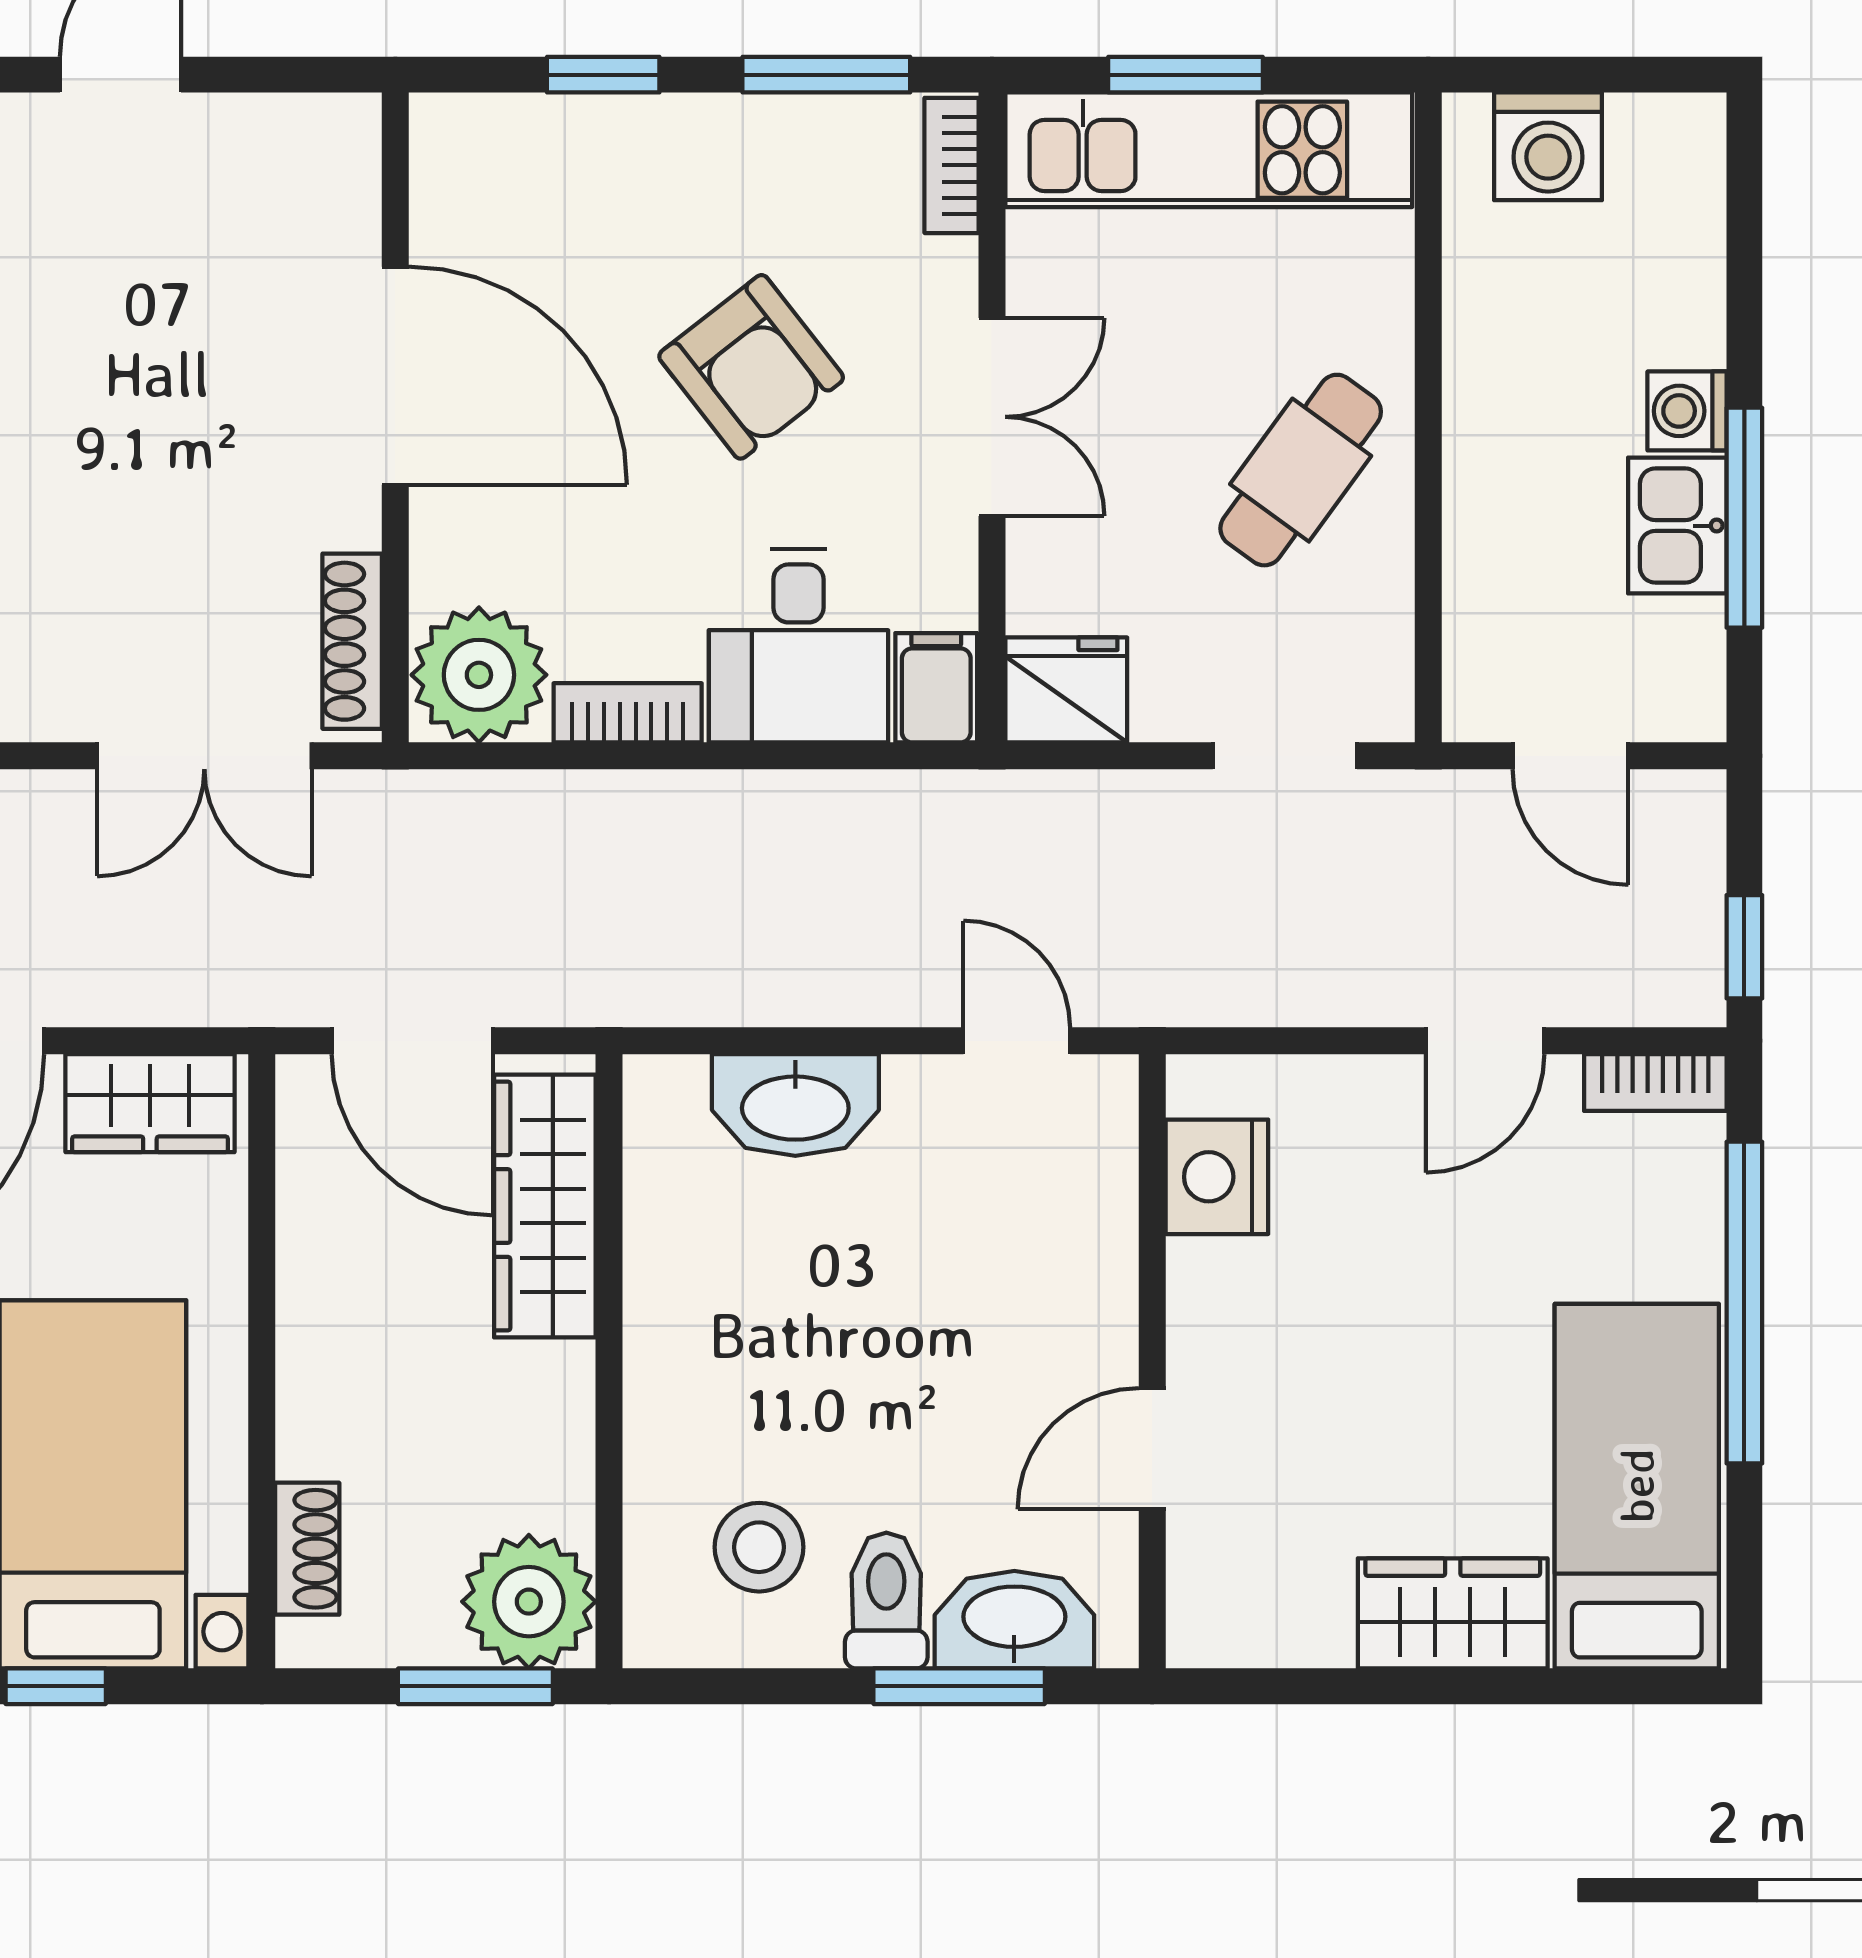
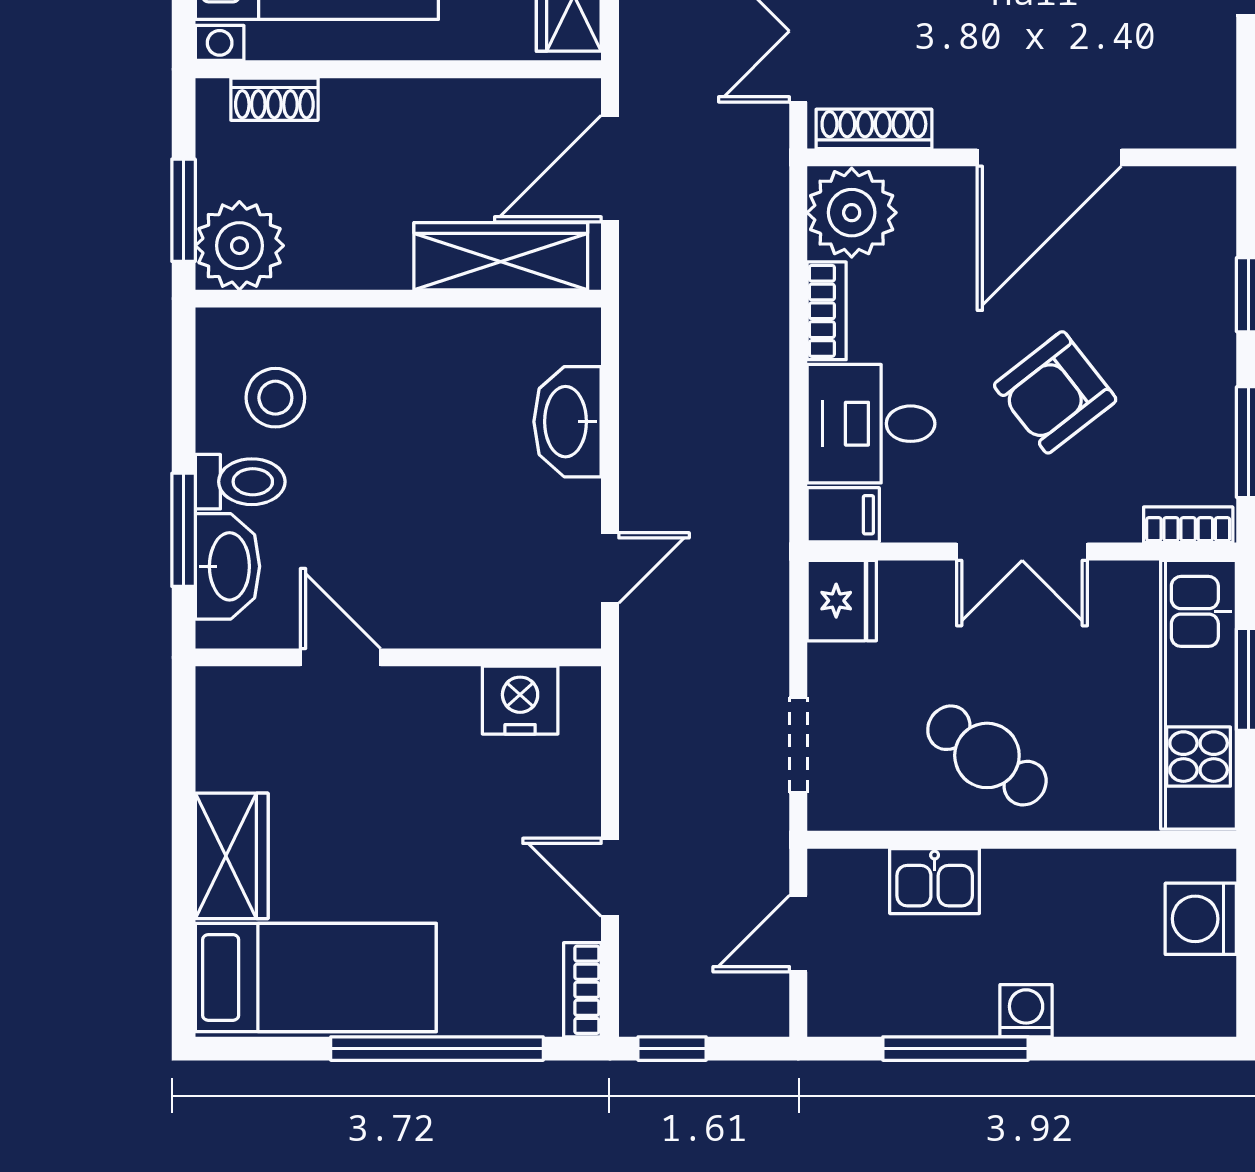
kitchen sink: (1677, 526) -> (935, 881), moved, turned 180

